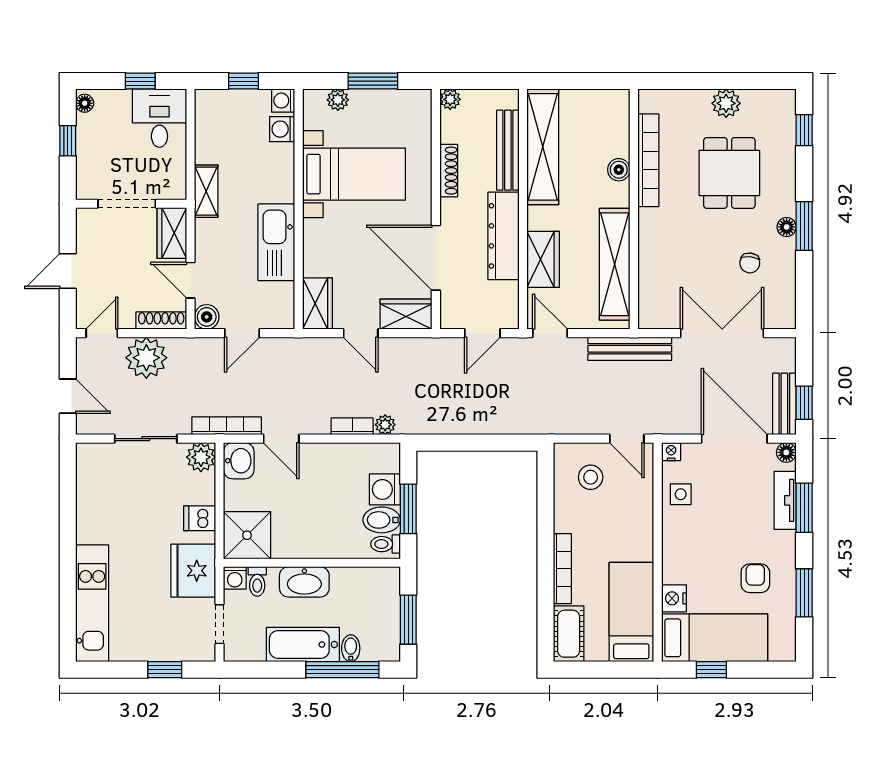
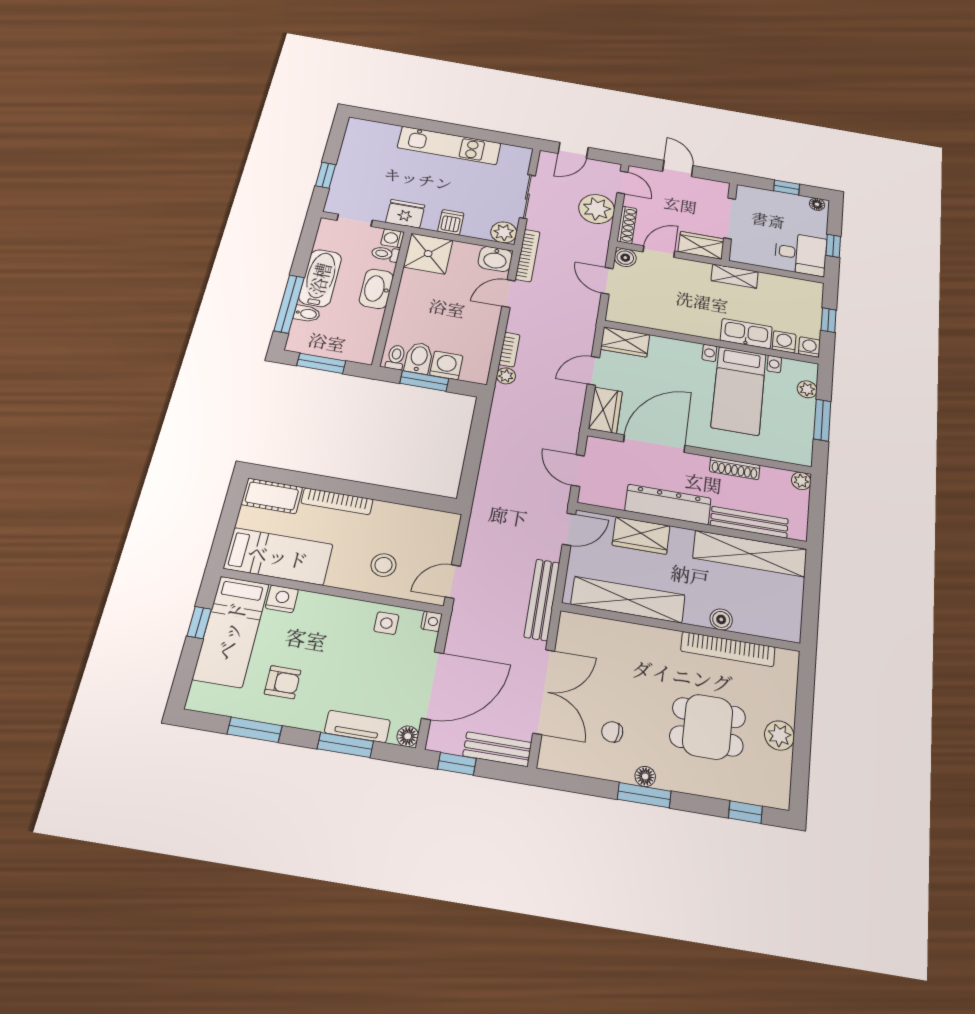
kitchen sink: (276, 242) -> (746, 334), moved, width x0.73, depth x0.81
bench: (784, 404) -> (497, 749), moved
stool: (591, 477) -> (384, 565), moved
fridge: (193, 571) -> (405, 214), width x0.73, depth x0.75
kitchen unit: (92, 603) -> (449, 145), moved

